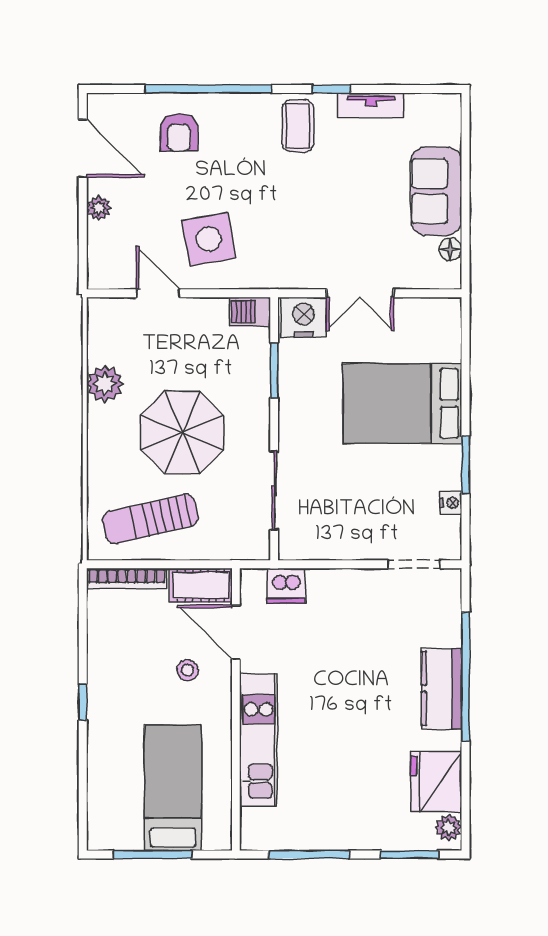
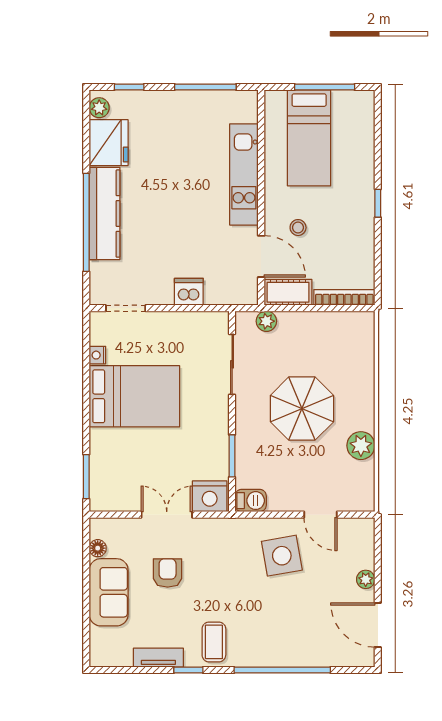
armchair: (179, 132) -> (168, 573), moved
bed: (402, 403) -> (134, 396), moved
window: (466, 465) -> (86, 477), moved
sun lounger: (150, 519) -> (326, 343), removed
plant: (229, 547) -> (266, 321), added
dishwasher: (286, 586) -> (189, 292), moved
kitchen counter: (442, 689) -> (105, 214), width x1.50
window: (409, 855) -> (129, 87), width x0.67

